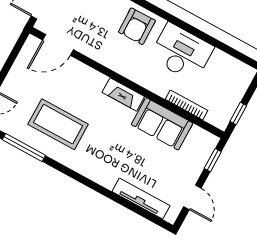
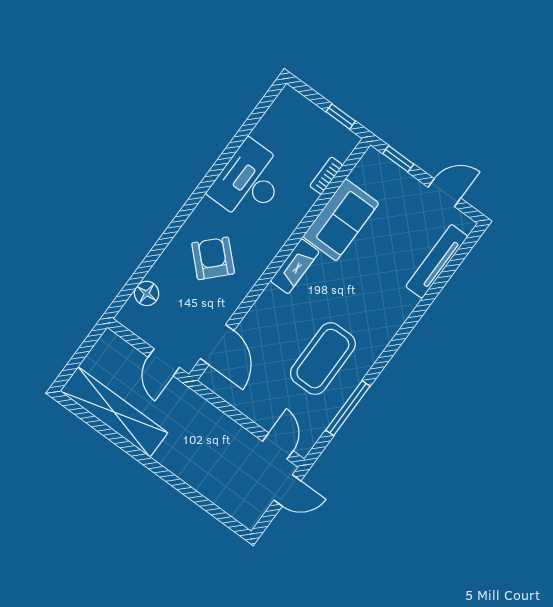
armchair: (137, 26) -> (213, 258), moved, turned -135
bookcase: (187, 105) -> (326, 176), width x0.64

